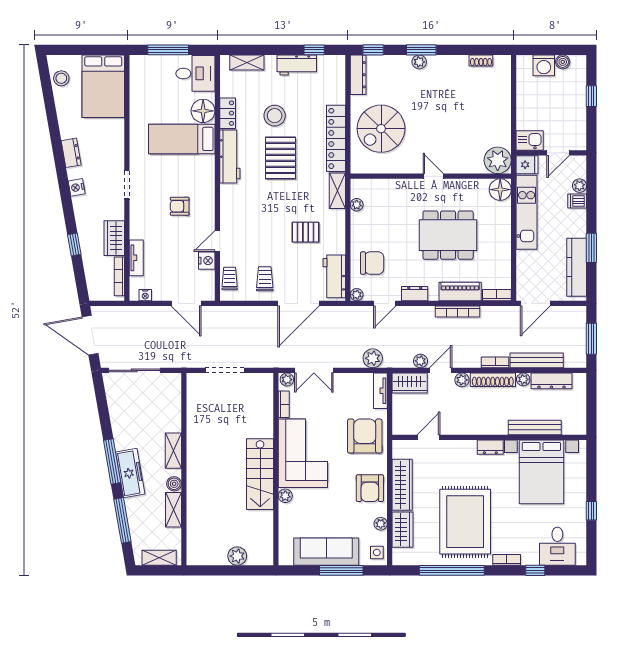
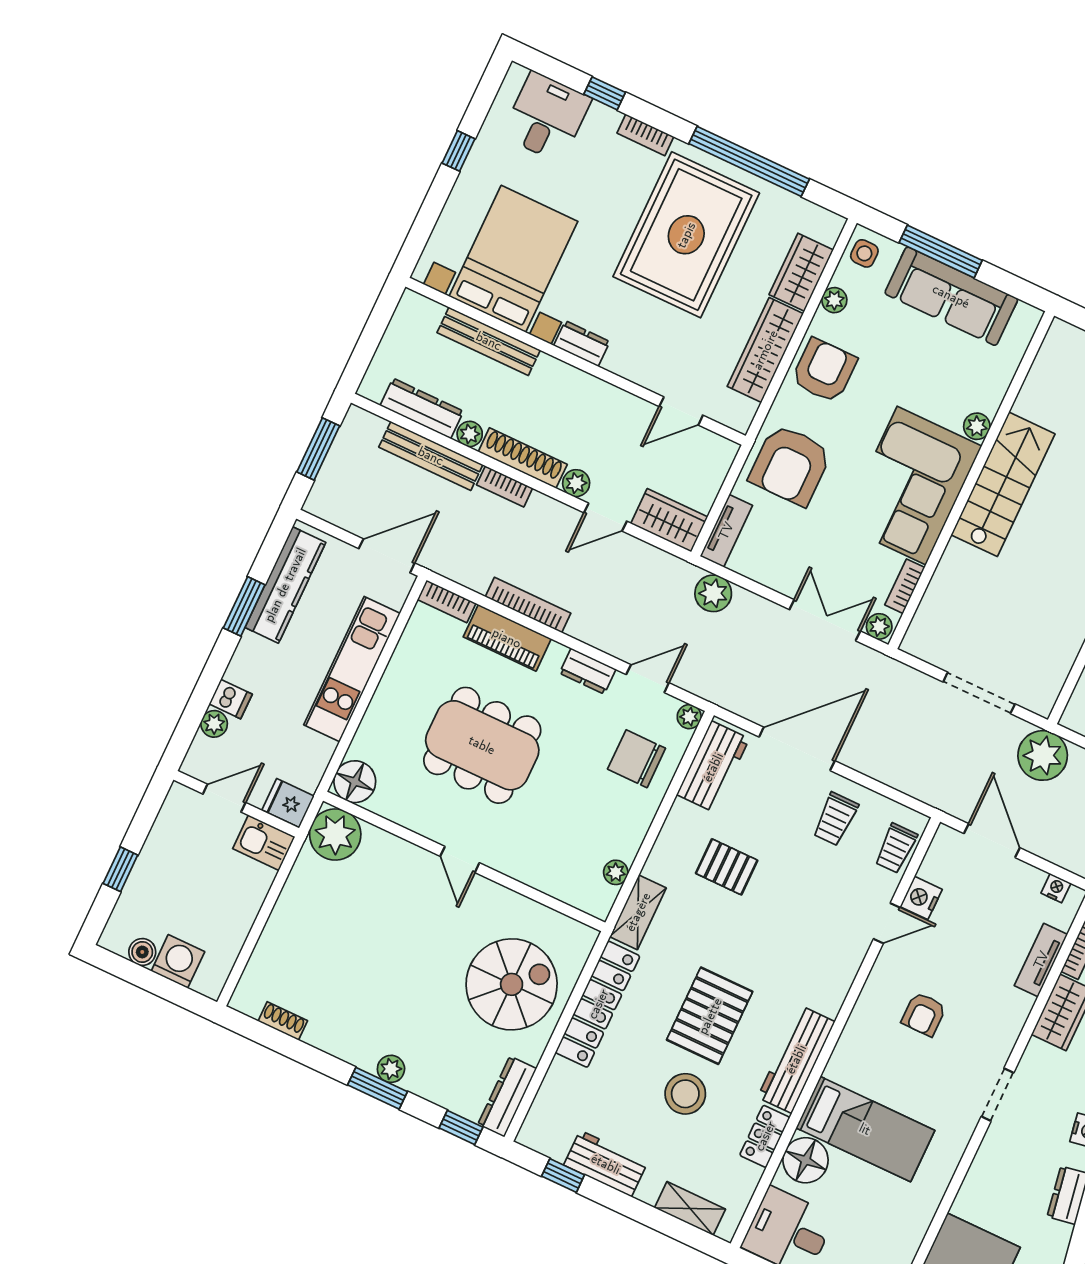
armchair: (180, 206) -> (924, 1014), turned 90
kitchen unit: (527, 212) -> (352, 669), moved
plant: (420, 361) -> (1043, 755), moved, width x1.88, depth x1.88

